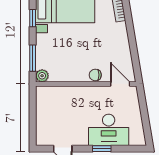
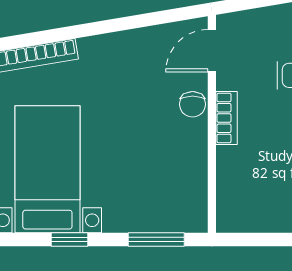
plant: (42, 76) -> (194, 219), removed
bookcase: (89, 91) -> (227, 118), added

